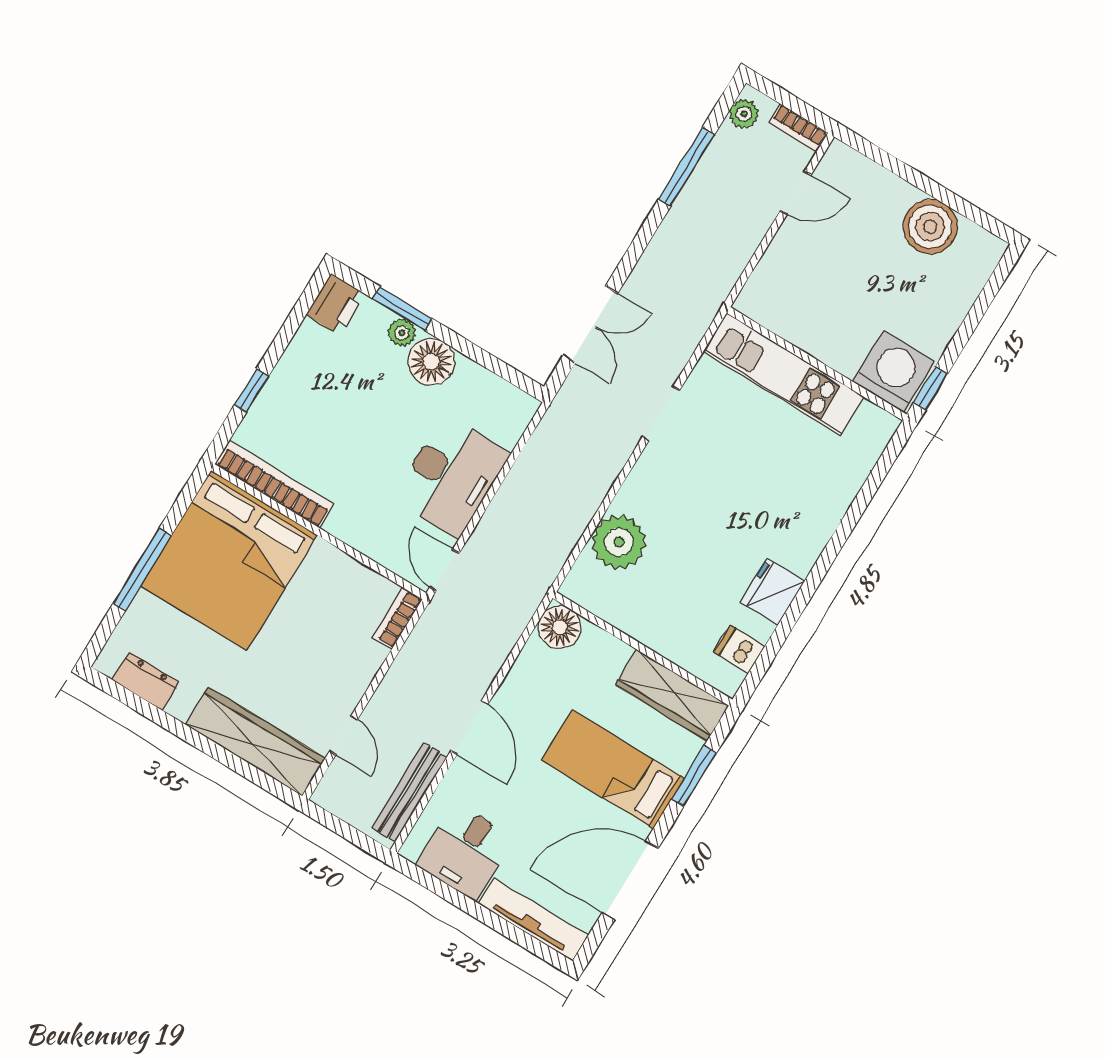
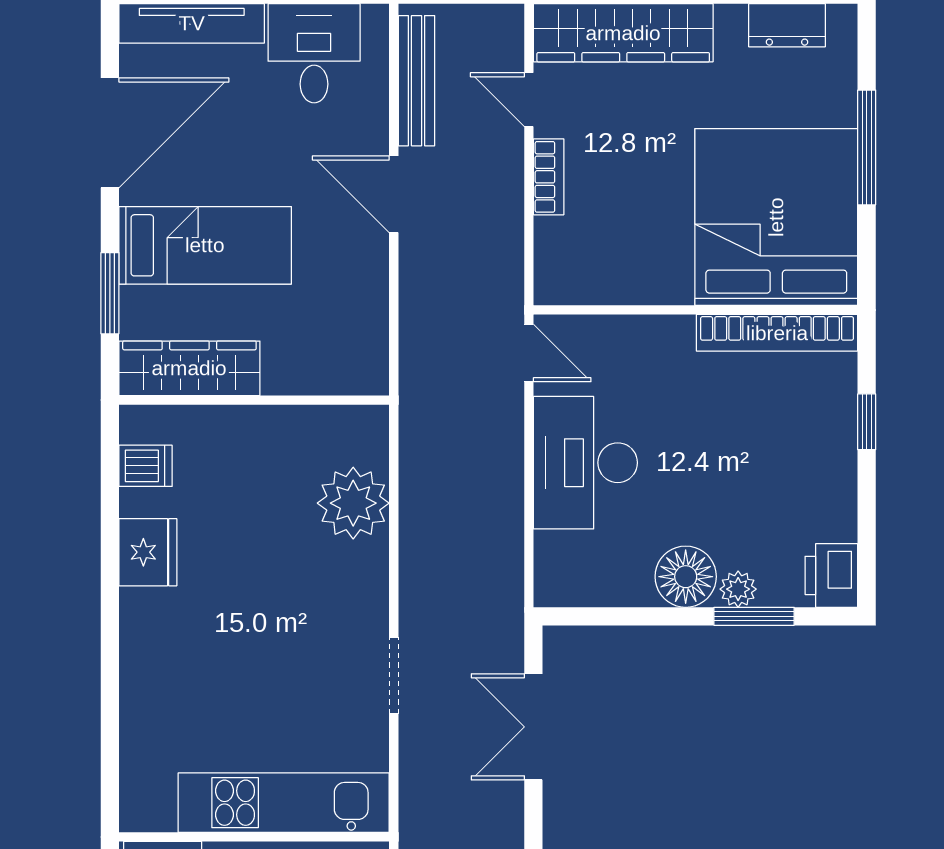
bookcase: (398, 618) -> (549, 177), moved
floor lamp: (560, 627) -> (361, 368), removed

